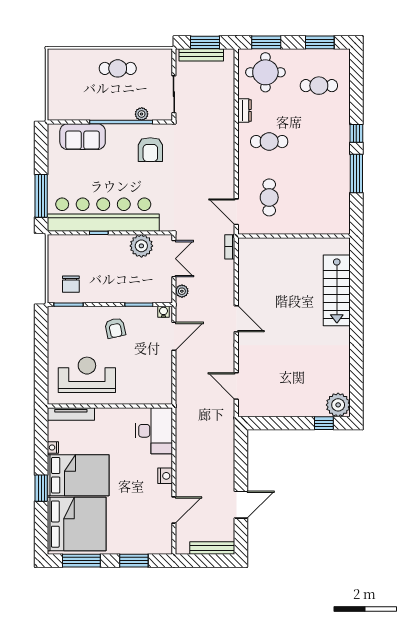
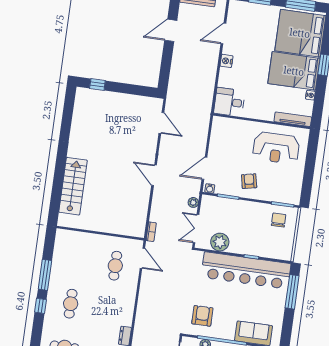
cafe table: (269, 142) -> (71, 304), moved, turned 90
plant: (338, 405) -> (84, 97), removed
desk: (154, 431) -> (229, 102), width x0.73

